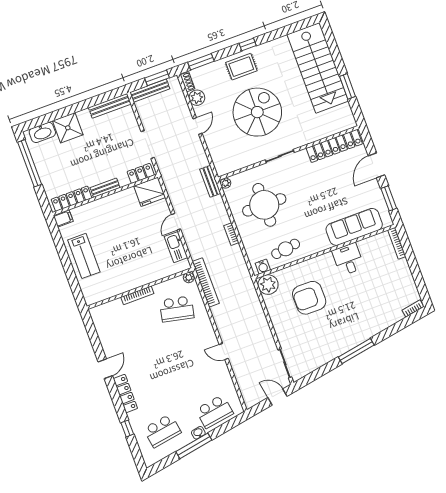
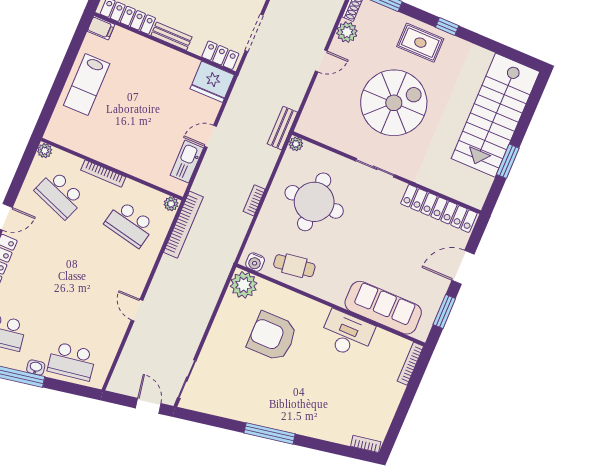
desk: (348, 259) -> (347, 334), width x1.37
plant: (95, 312) -> (45, 151), added
school desk: (125, 328) -> (60, 194), added

